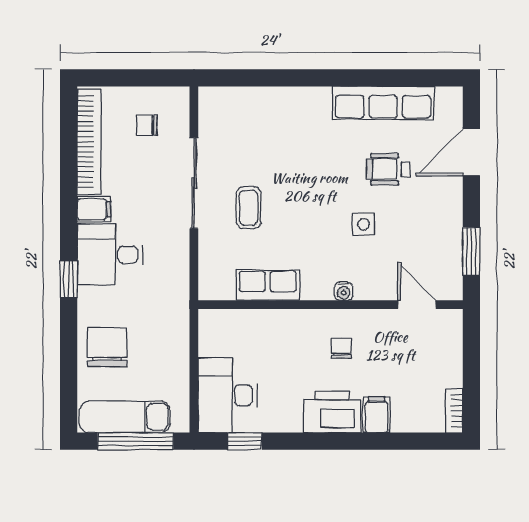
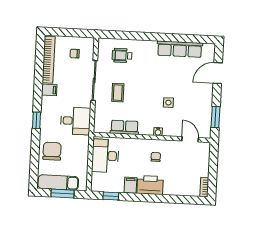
wheelchair: (388, 169) -> (122, 55), moved
desk: (110, 255) -> (76, 121), moved, turned 180
desk: (228, 395) -> (105, 156), moved
filing cabinet: (376, 415) -> (130, 185), moved
window: (136, 441) -> (62, 193), width x0.69

